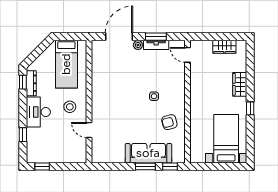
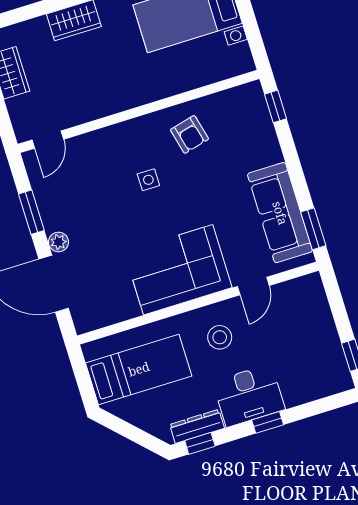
tv unit: (156, 45) -> (47, 207), removed
corner sofa: (108, 97) -> (178, 270), added
window: (23, 135) -> (268, 422), moved
sofa: (148, 153) -> (280, 213), moved
window: (145, 166) -> (313, 229), moved

